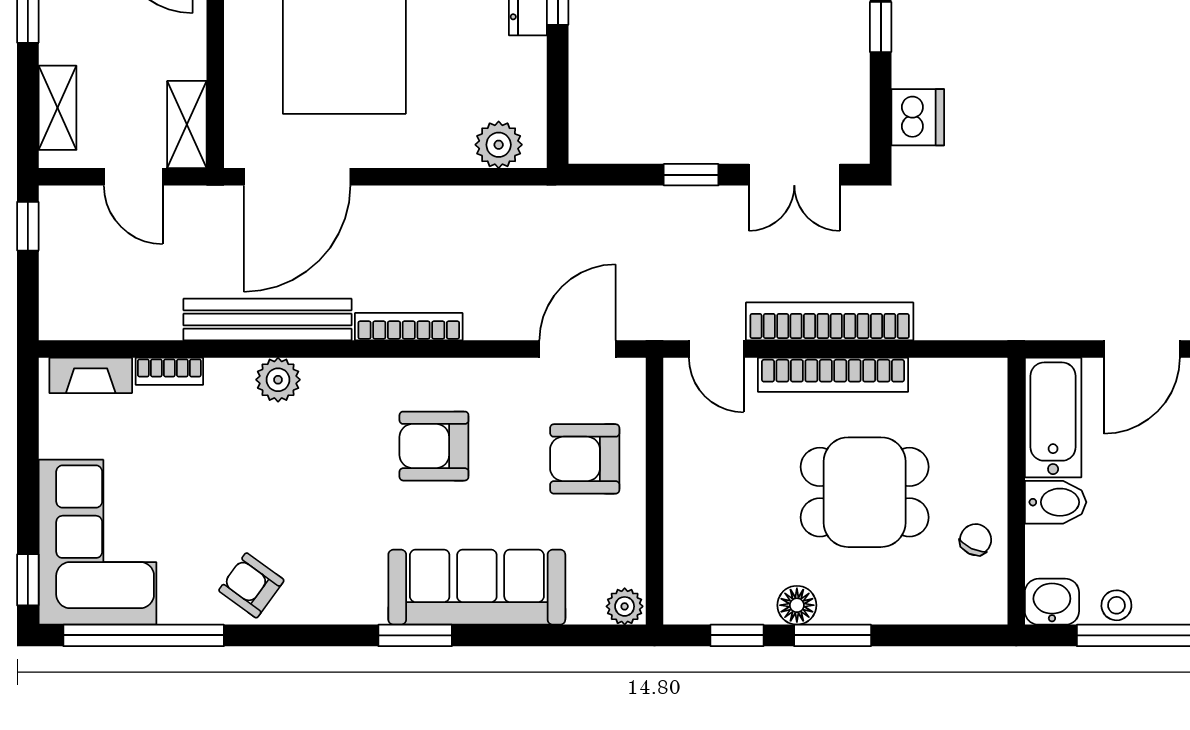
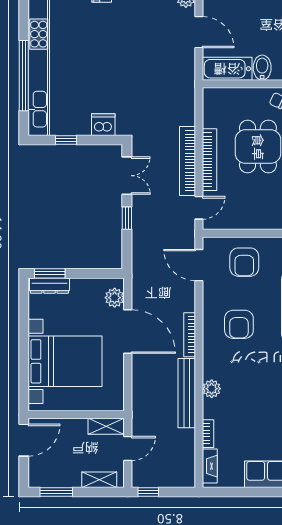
door: (297, 177) -> (128, 331), moved

